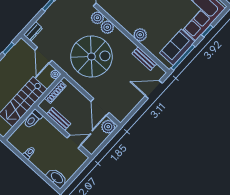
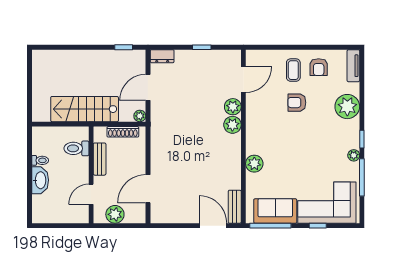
spiral stairs: (91, 57) -> (190, 135), removed
bench: (144, 59) -> (235, 207), moved
toilet: (33, 119) -> (76, 148), moved
plant: (108, 127) -> (115, 214), moved
door: (74, 142) -> (91, 194), swing flipped
washbasin: (57, 178) -> (40, 180), moved

